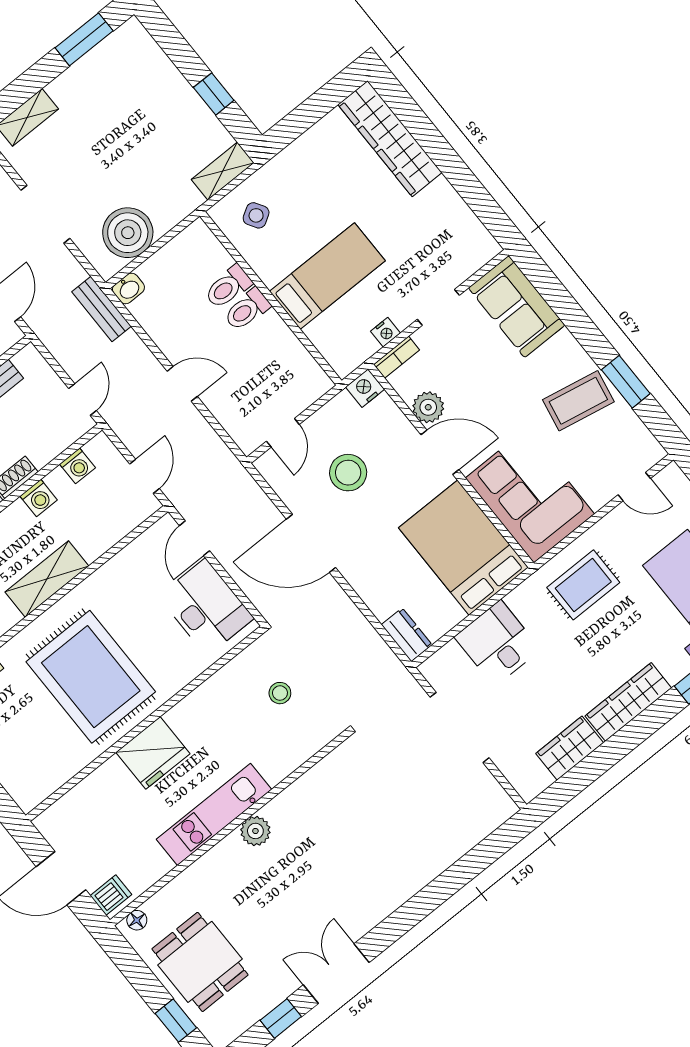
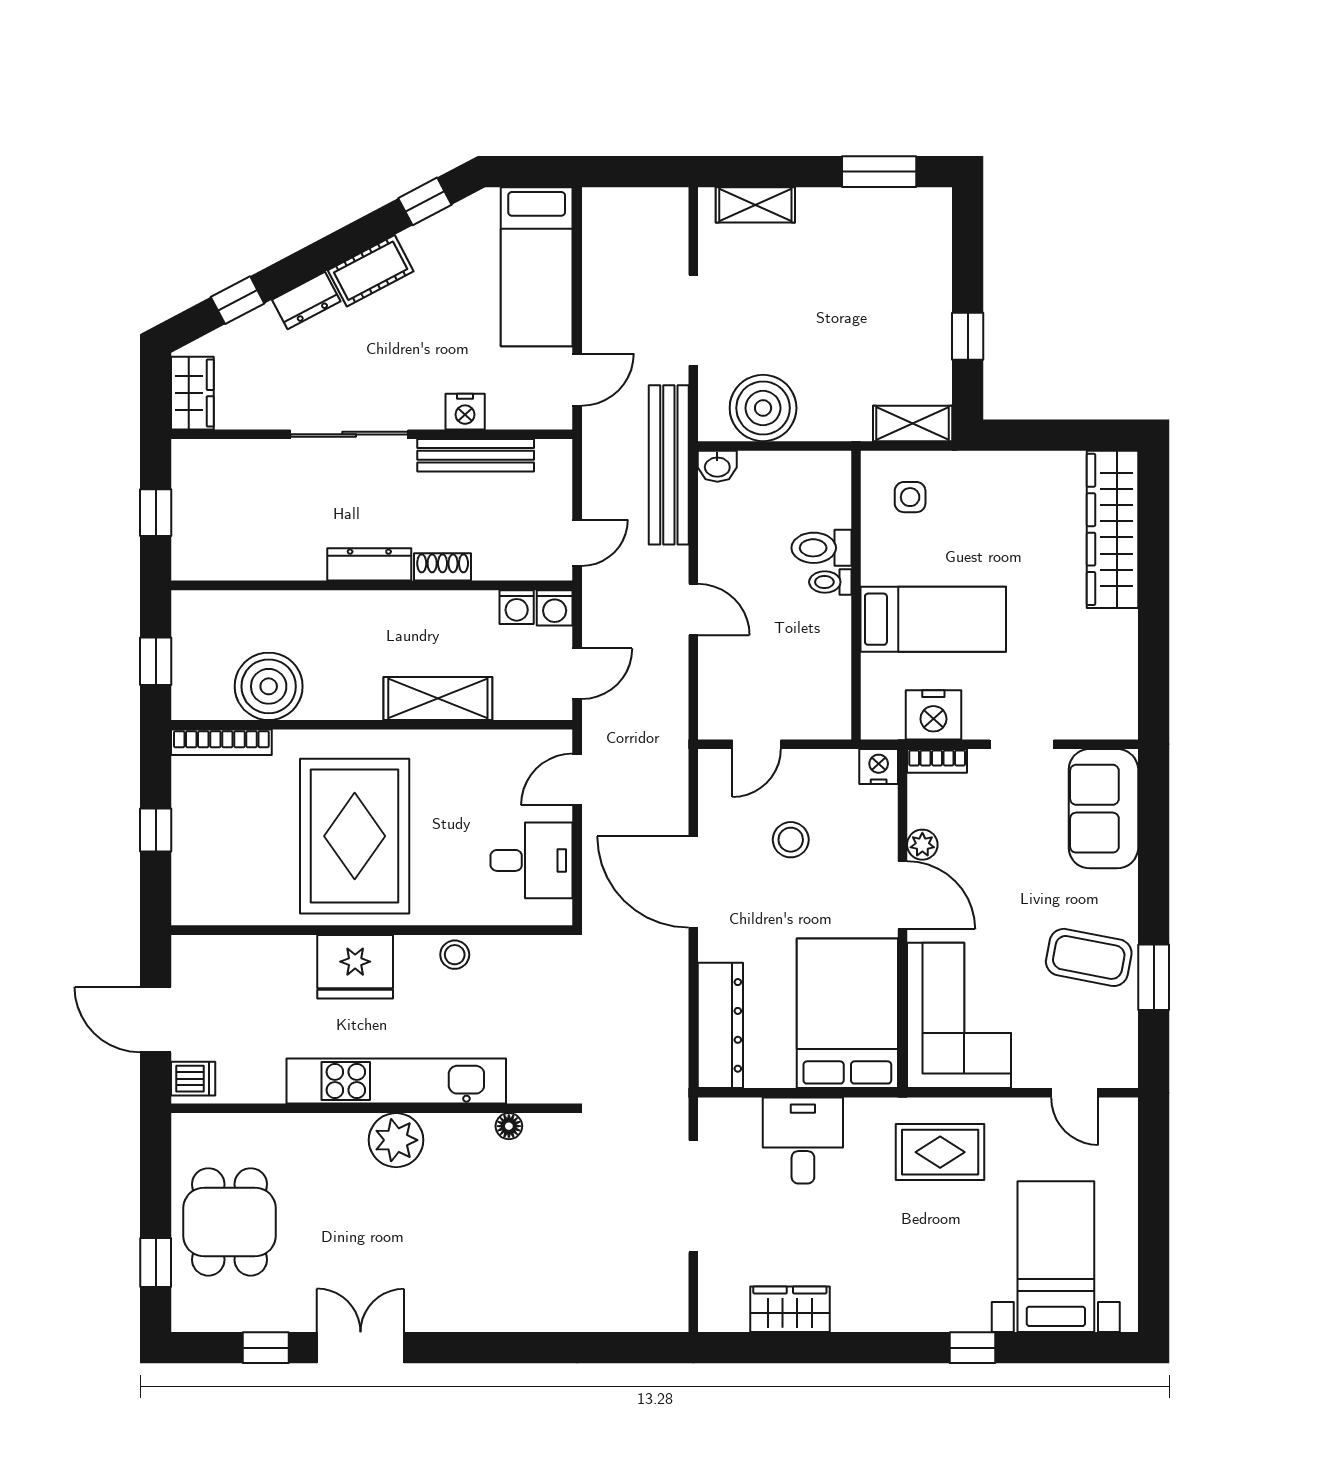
side table: (256, 215) -> (910, 497), turned 31
bench: (102, 309) -> (669, 465), width x1.86, depth x1.21
toilet: (247, 310) -> (830, 582), width x0.73, depth x0.72
nightstand: (385, 332) -> (933, 715), width x1.89, depth x1.79
plant: (428, 407) -> (922, 845), width x0.73, depth x0.73
stool: (348, 473) -> (791, 840), width x0.73, depth x0.73
washing machine: (39, 498) -> (555, 608), moved
shelving: (47, 579) -> (438, 699), moved
desk: (206, 607) -> (532, 860), width x0.73
dresser: (407, 635) -> (720, 1025), width x1.96, depth x1.24
stool: (280, 693) -> (455, 955), moved
wardrobe: (628, 702) -> (889, 1310), removed
kitchen unit: (214, 814) -> (396, 1081), width x1.36
plant: (255, 831) -> (396, 1140), width x1.36, depth x1.36
floor lamp: (137, 920) -> (509, 1126), moved

